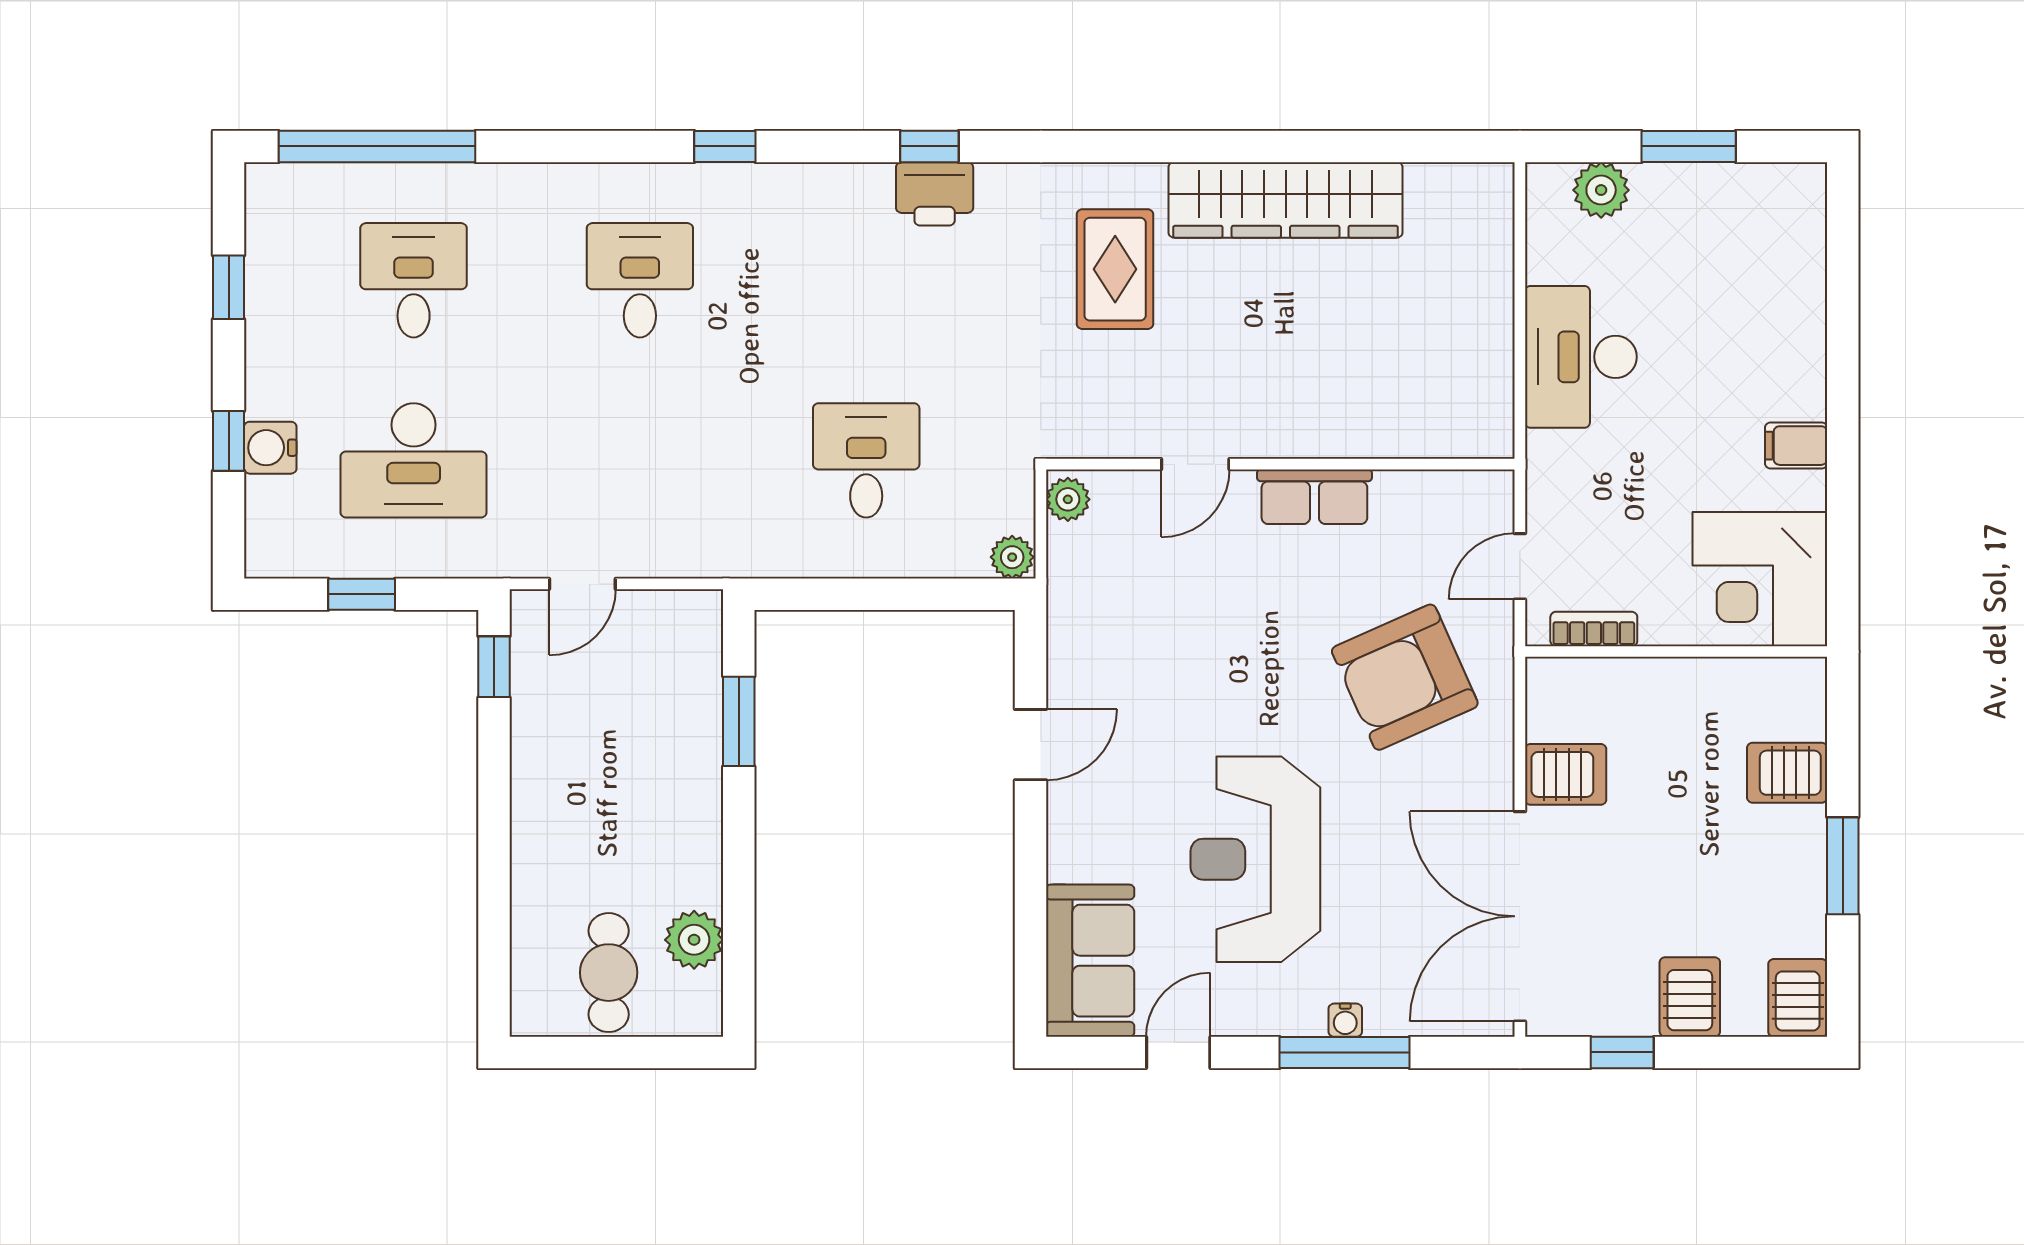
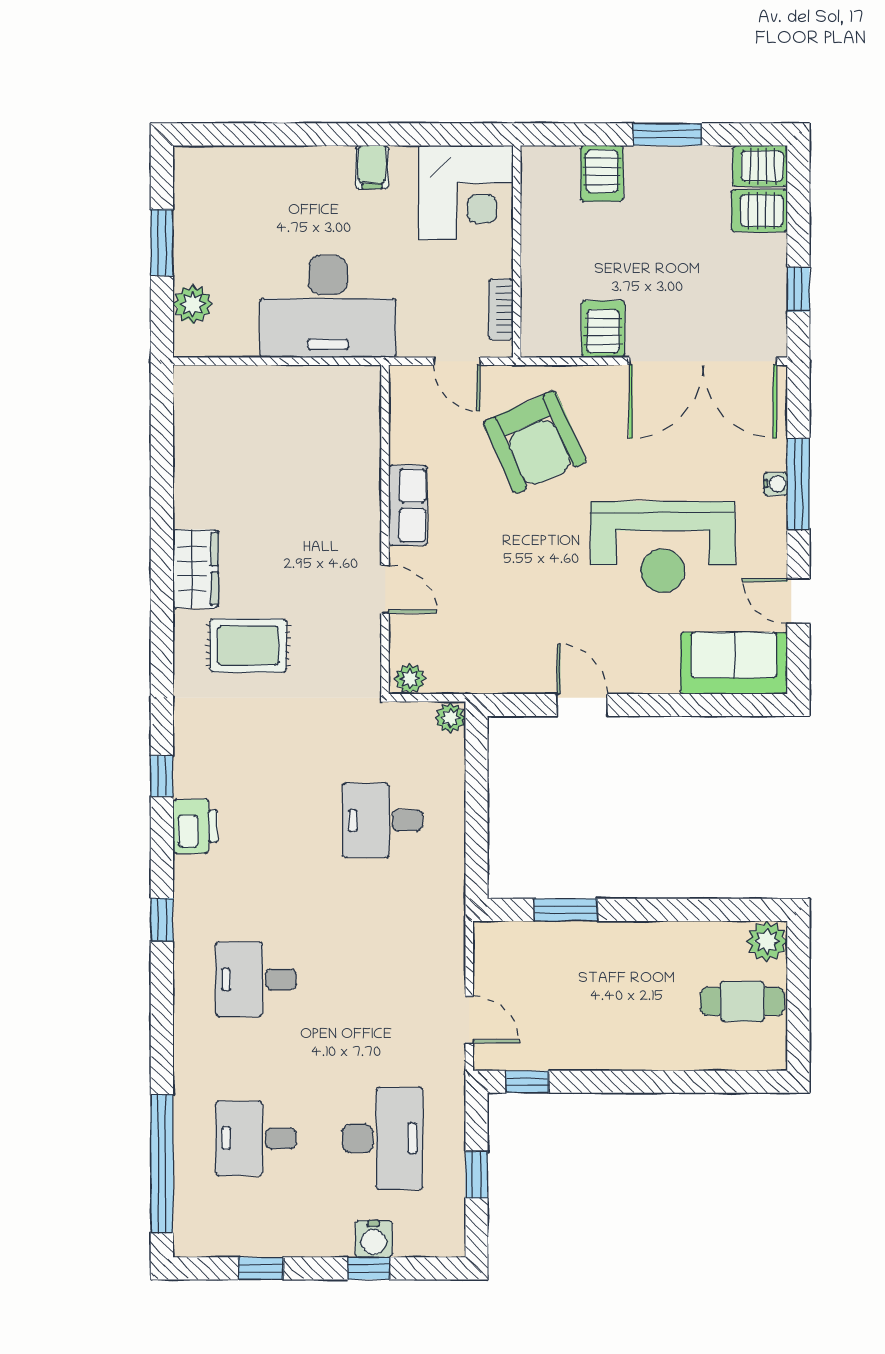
printer: (935, 194) -> (195, 826), moved
wardrobe: (1286, 200) -> (196, 569), width x0.48, depth x0.85
desk: (1581, 357) -> (328, 307), width x1.36, depth x1.30
plant: (694, 940) -> (767, 941), moved
server rack: (1690, 997) -> (759, 211), moved

